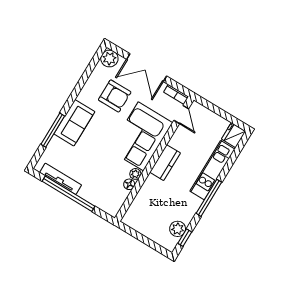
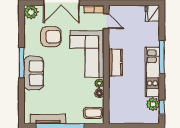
window: (53, 130) -> (21, 63), moved
kitchen unit: (212, 170) -> (152, 72), moved
window: (209, 198) -> (162, 57), moved
coffee table: (111, 201) -> (93, 113), added

